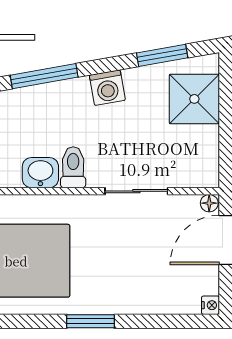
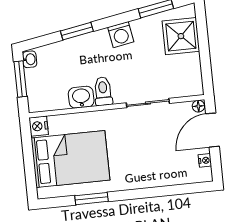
window: (44, 76) -> (77, 31), width x0.69
nightstand: (210, 305) -> (205, 160), moved
window: (90, 321) -> (91, 199), moved

